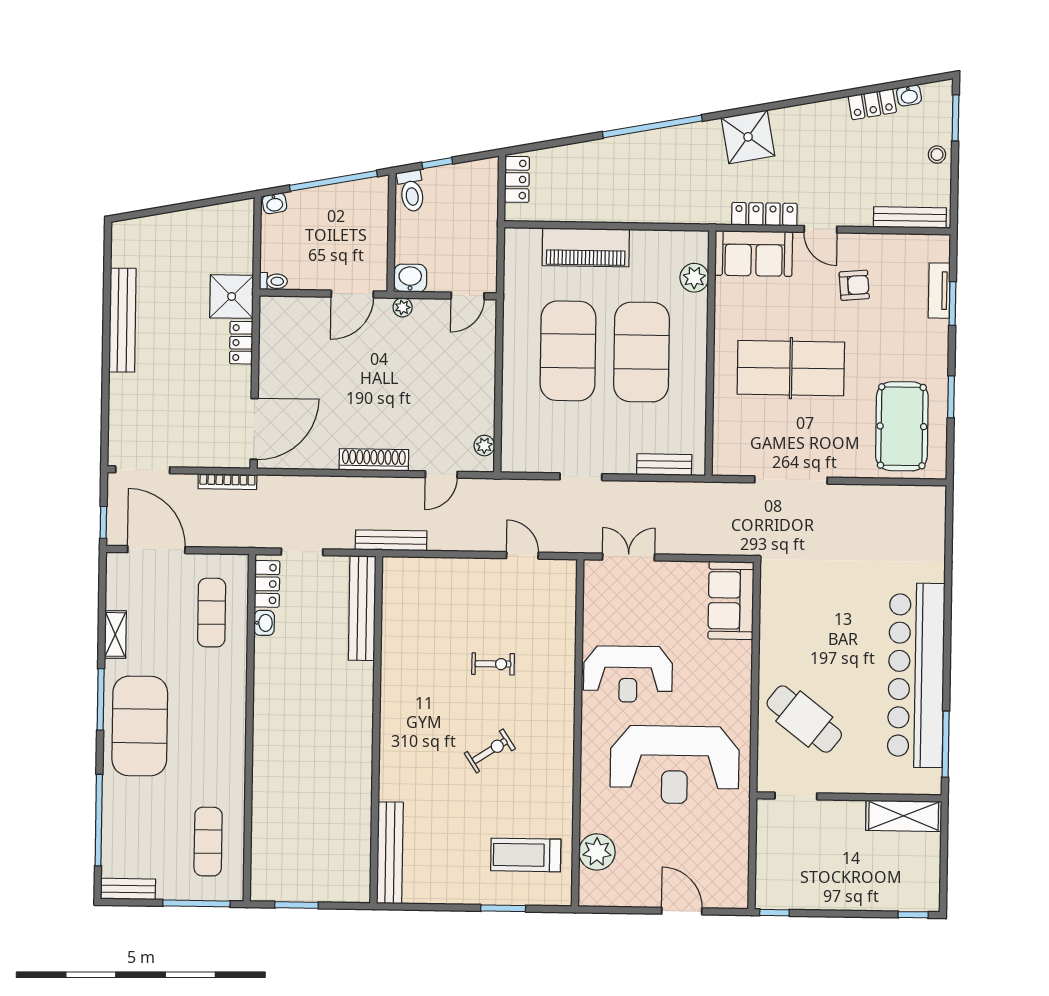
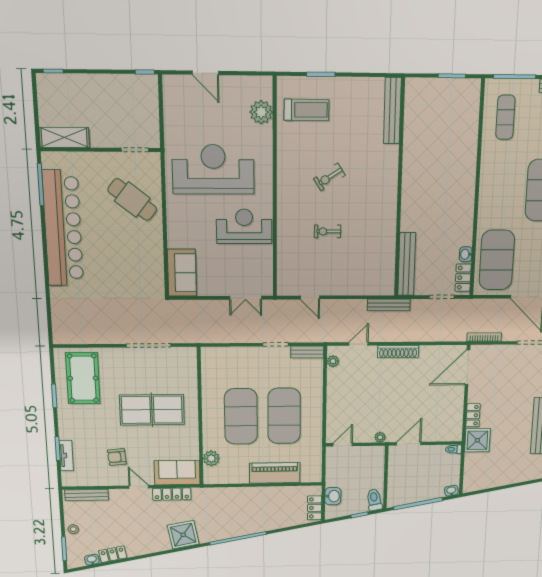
washbasin: (410, 278) -> (333, 496), moved, turned -90
bench: (664, 465) -> (307, 352), moved
exercise mat: (212, 613) -> (497, 260), width x2.00, depth x1.45

